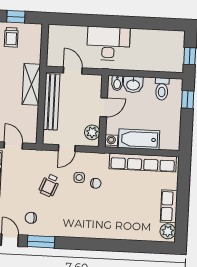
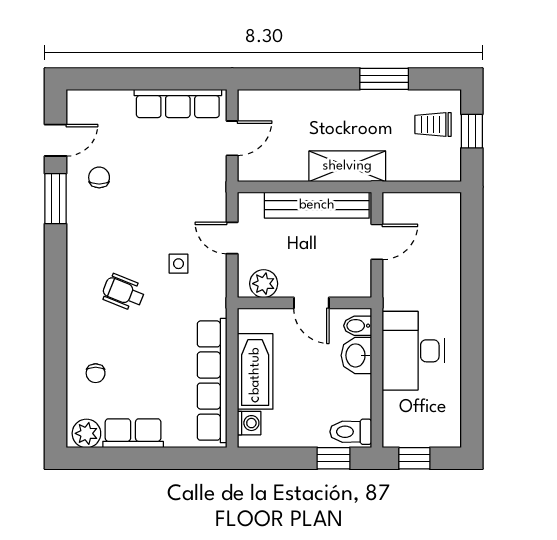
desk: (108, 43) -> (413, 351), moved, turned 180
toilet: (162, 89) -> (351, 432), moved
washing machine: (111, 141) -> (249, 423), moved
chair: (96, 183) -> (96, 373), moved
wheelchair: (49, 185) -> (123, 292), moved

